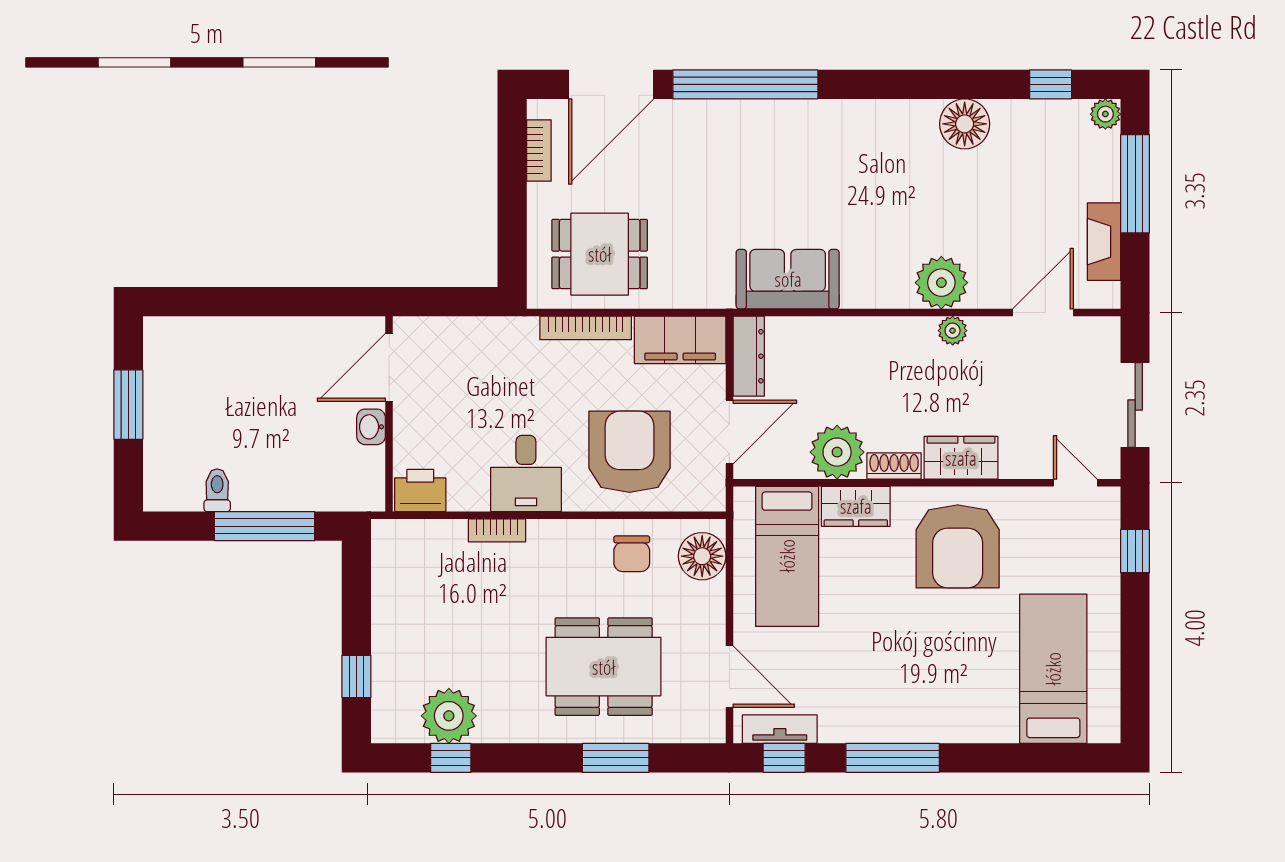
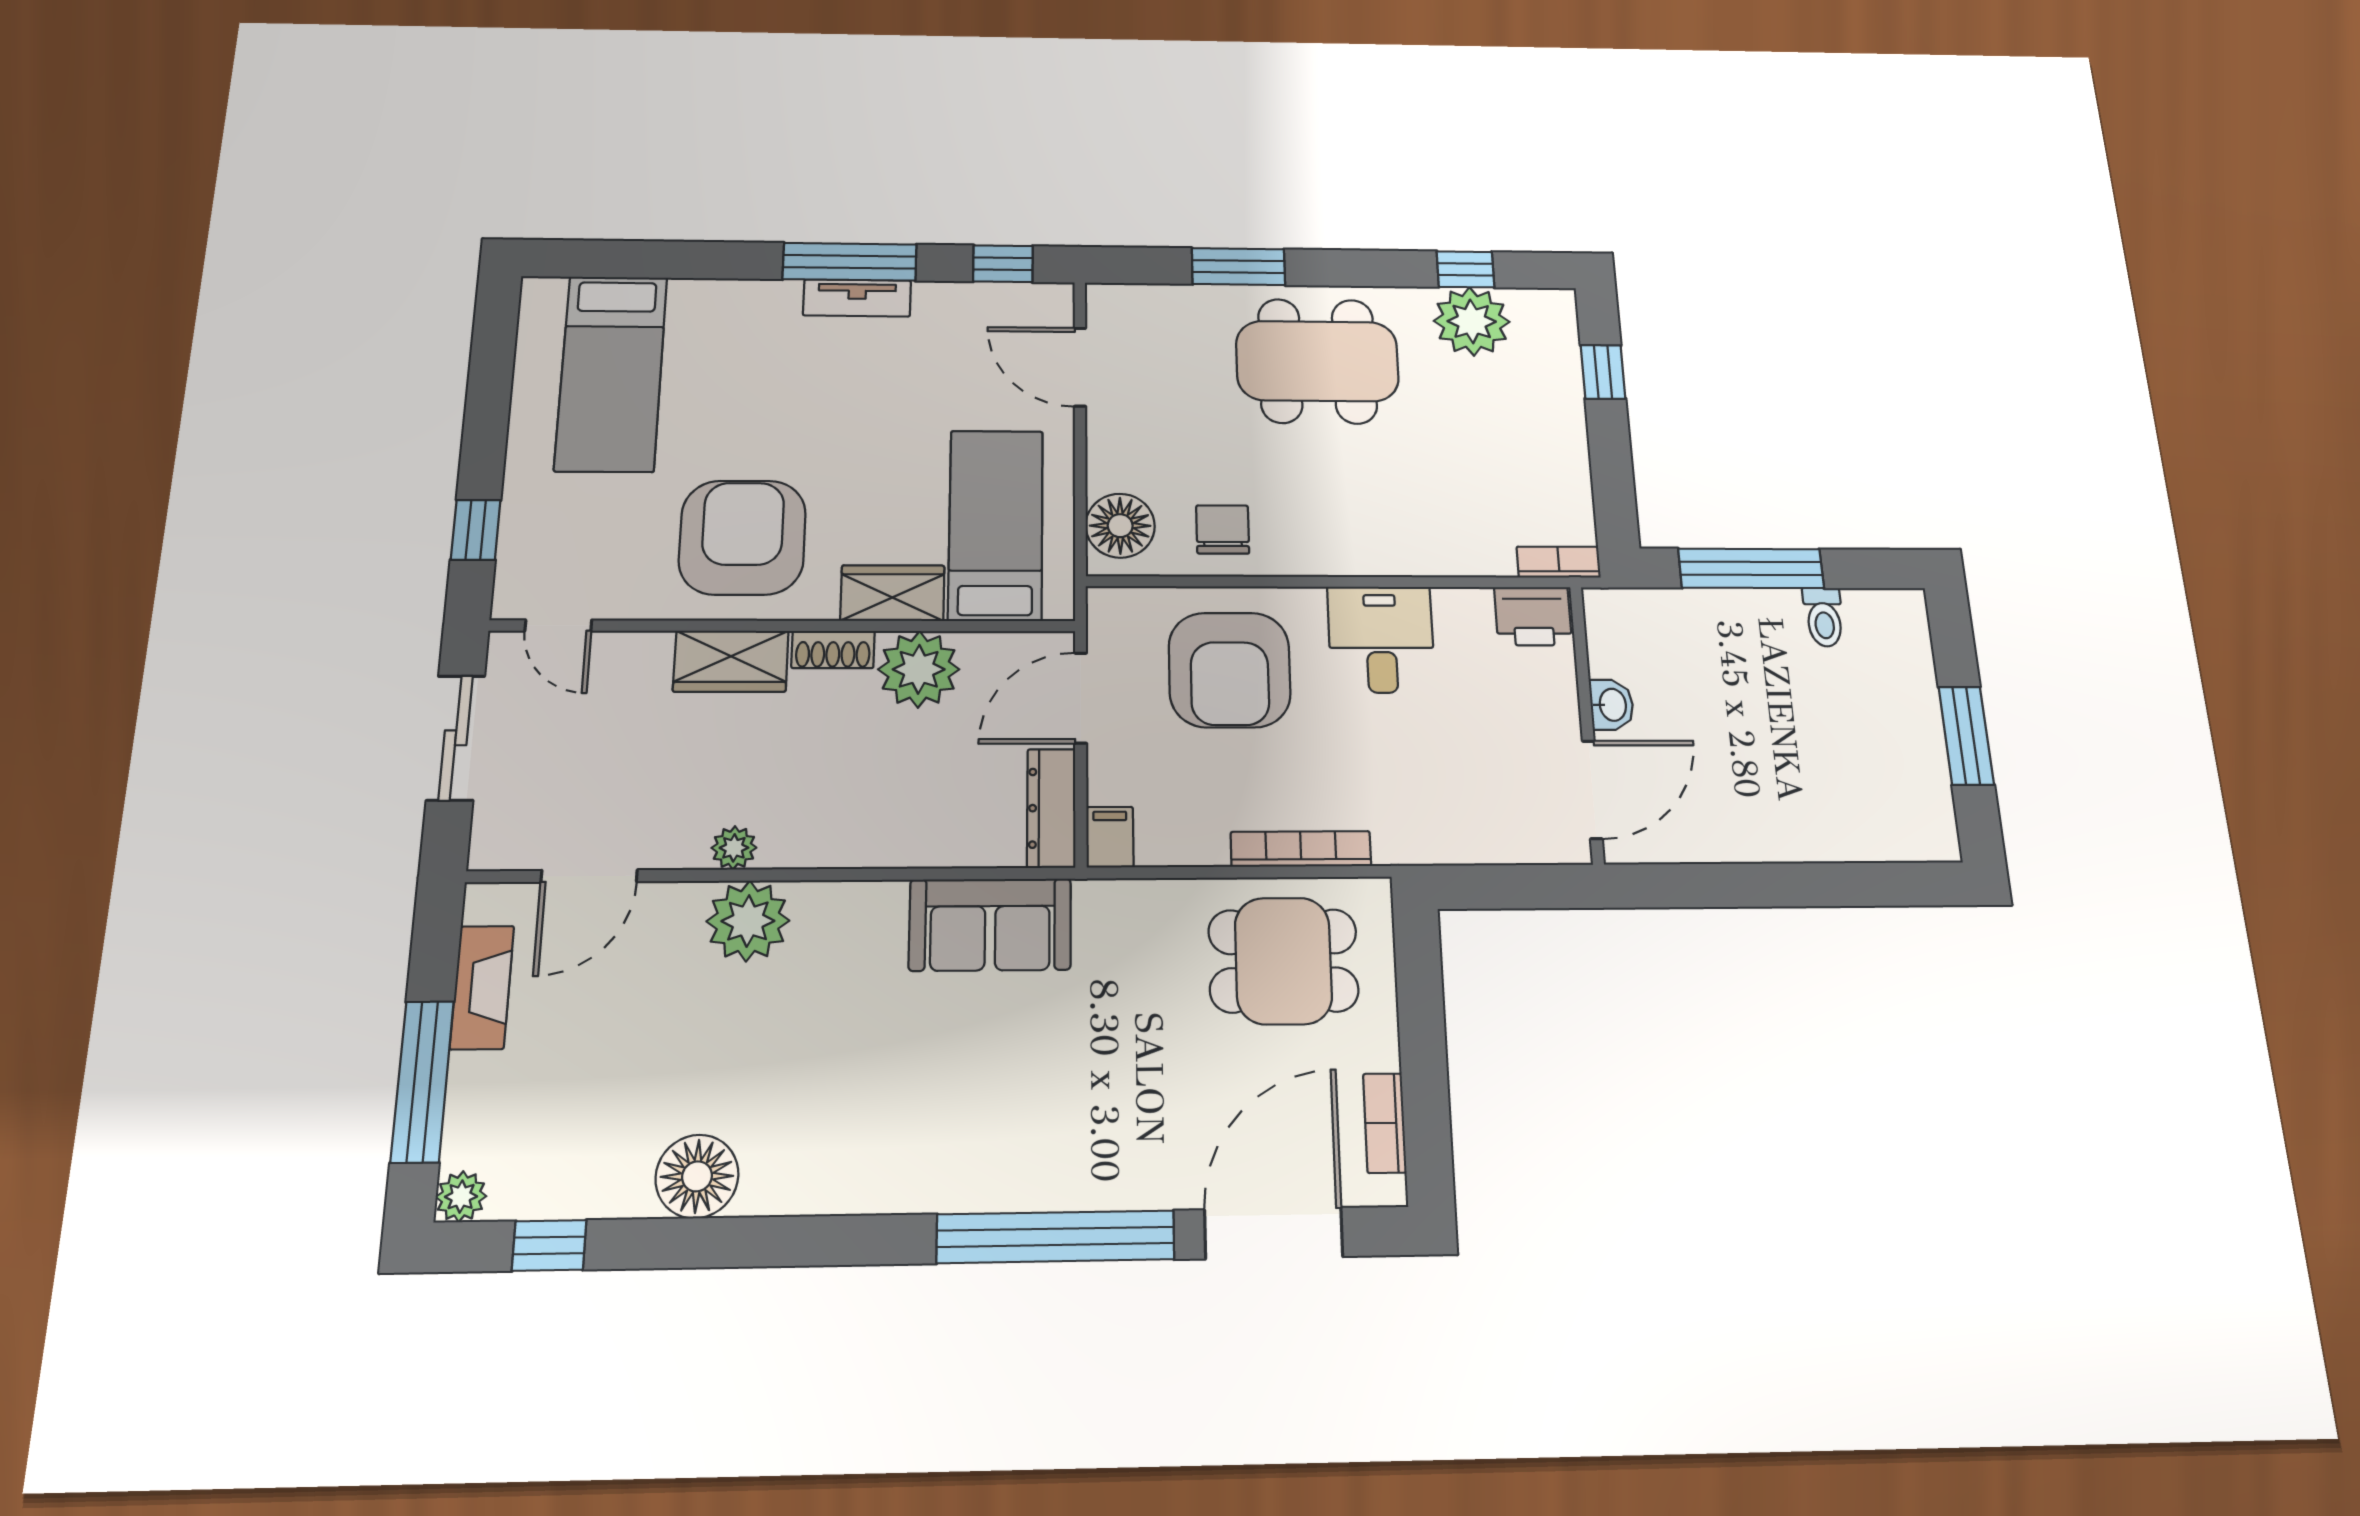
filing cabinet: (680, 340) -> (1110, 837), width x0.33, depth x0.86
bookcase: (497, 530) -> (1559, 562), moved
dining table: (604, 667) -> (1317, 361), moved
tv unit: (780, 729) -> (857, 298), moved

